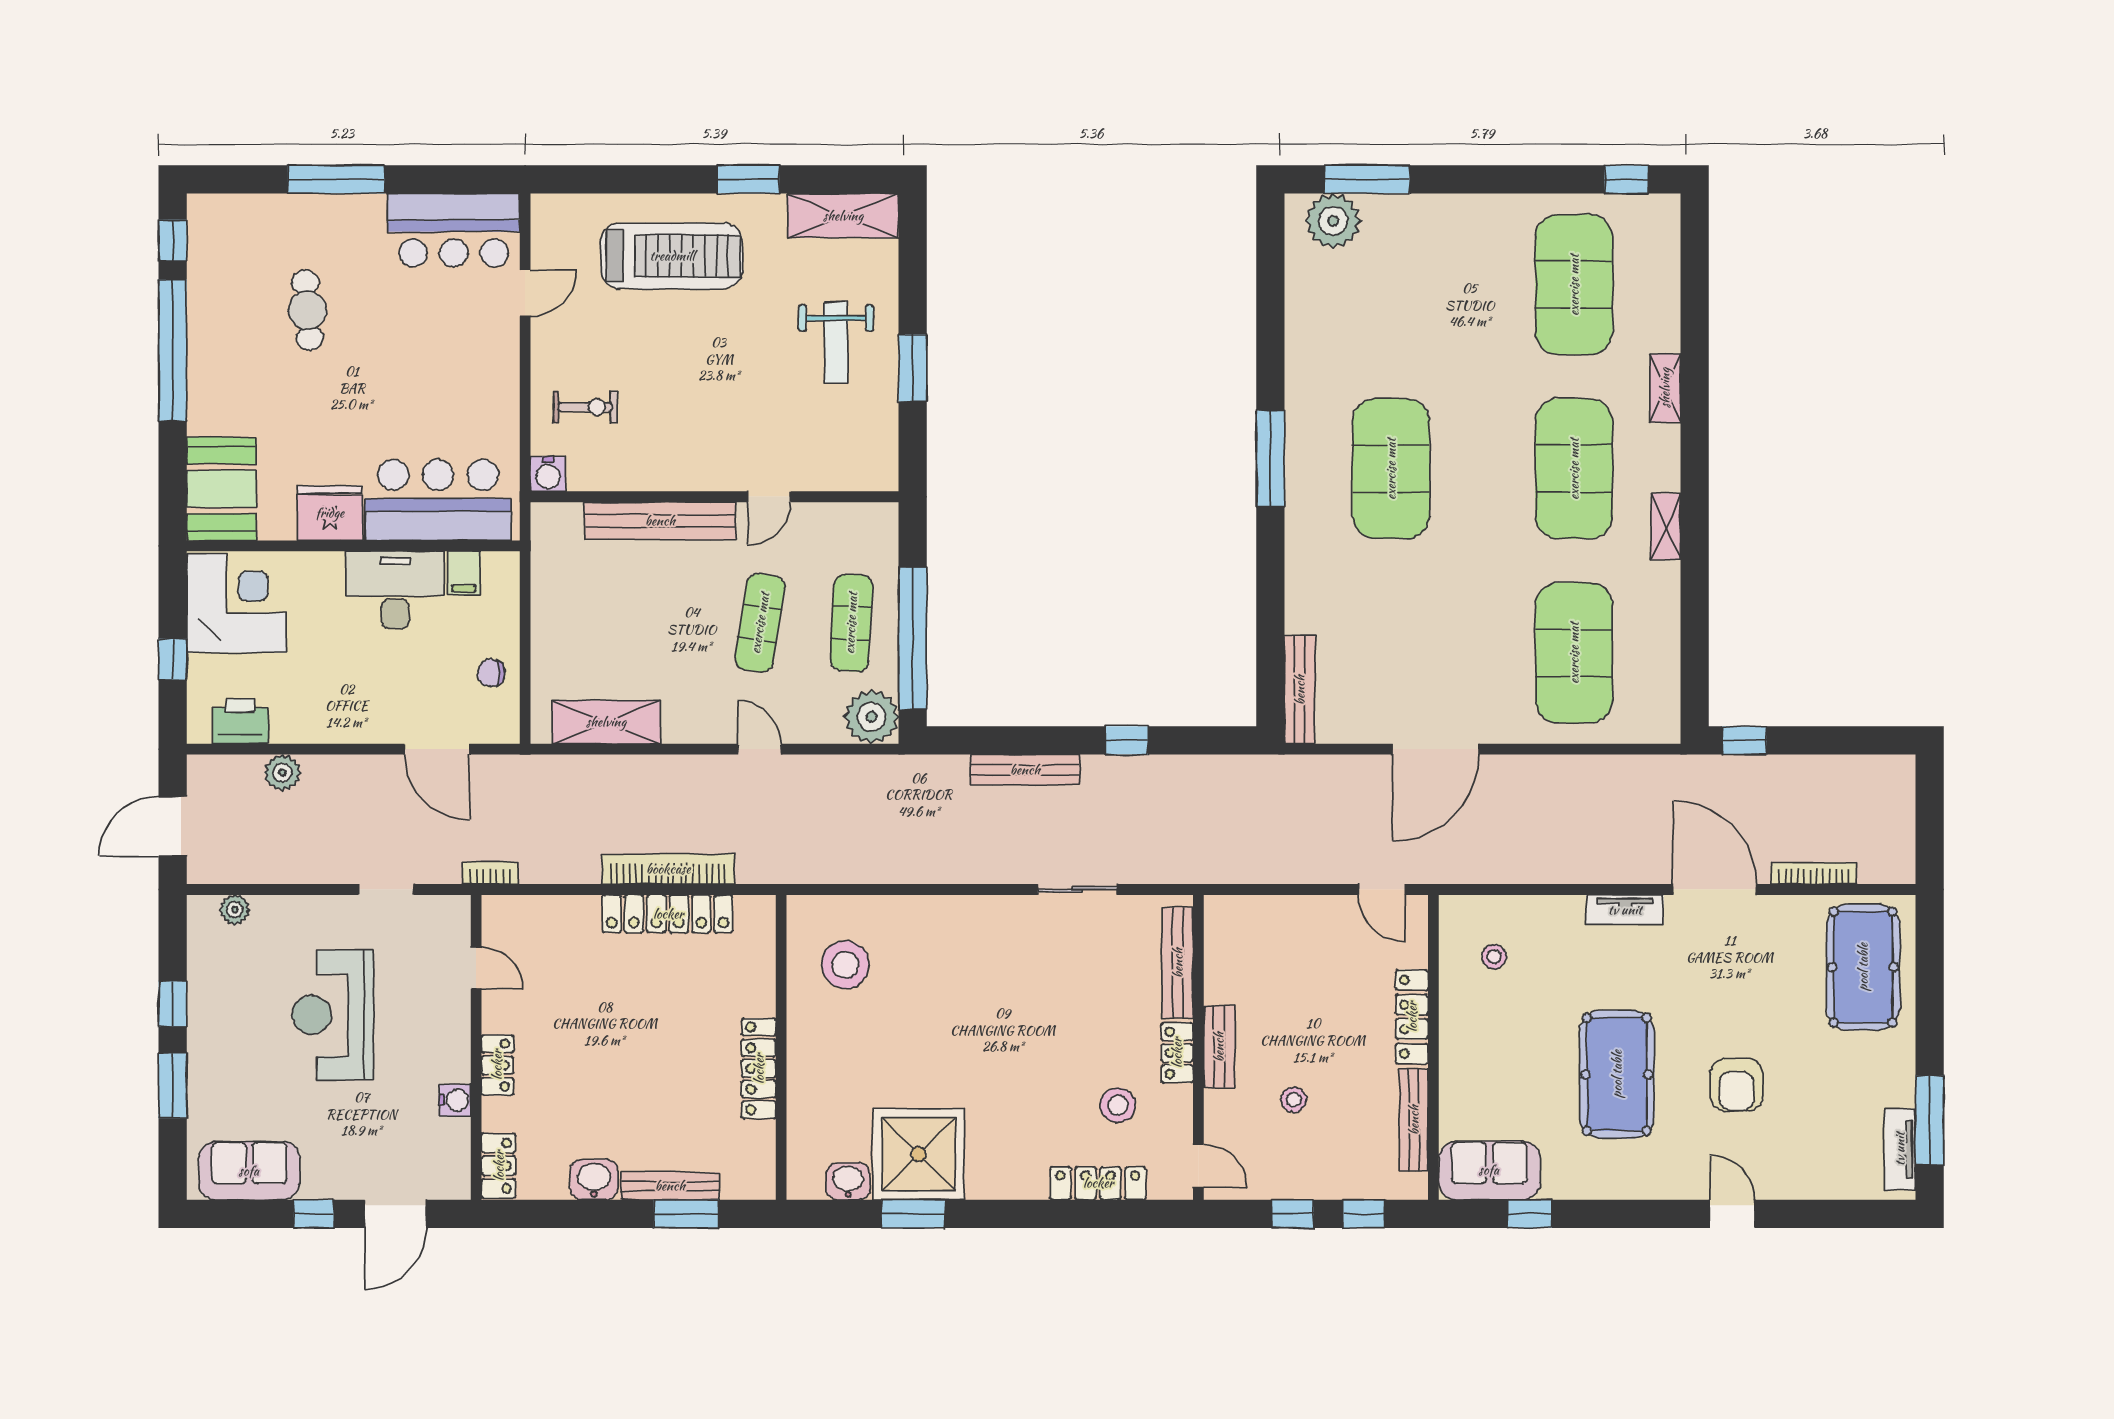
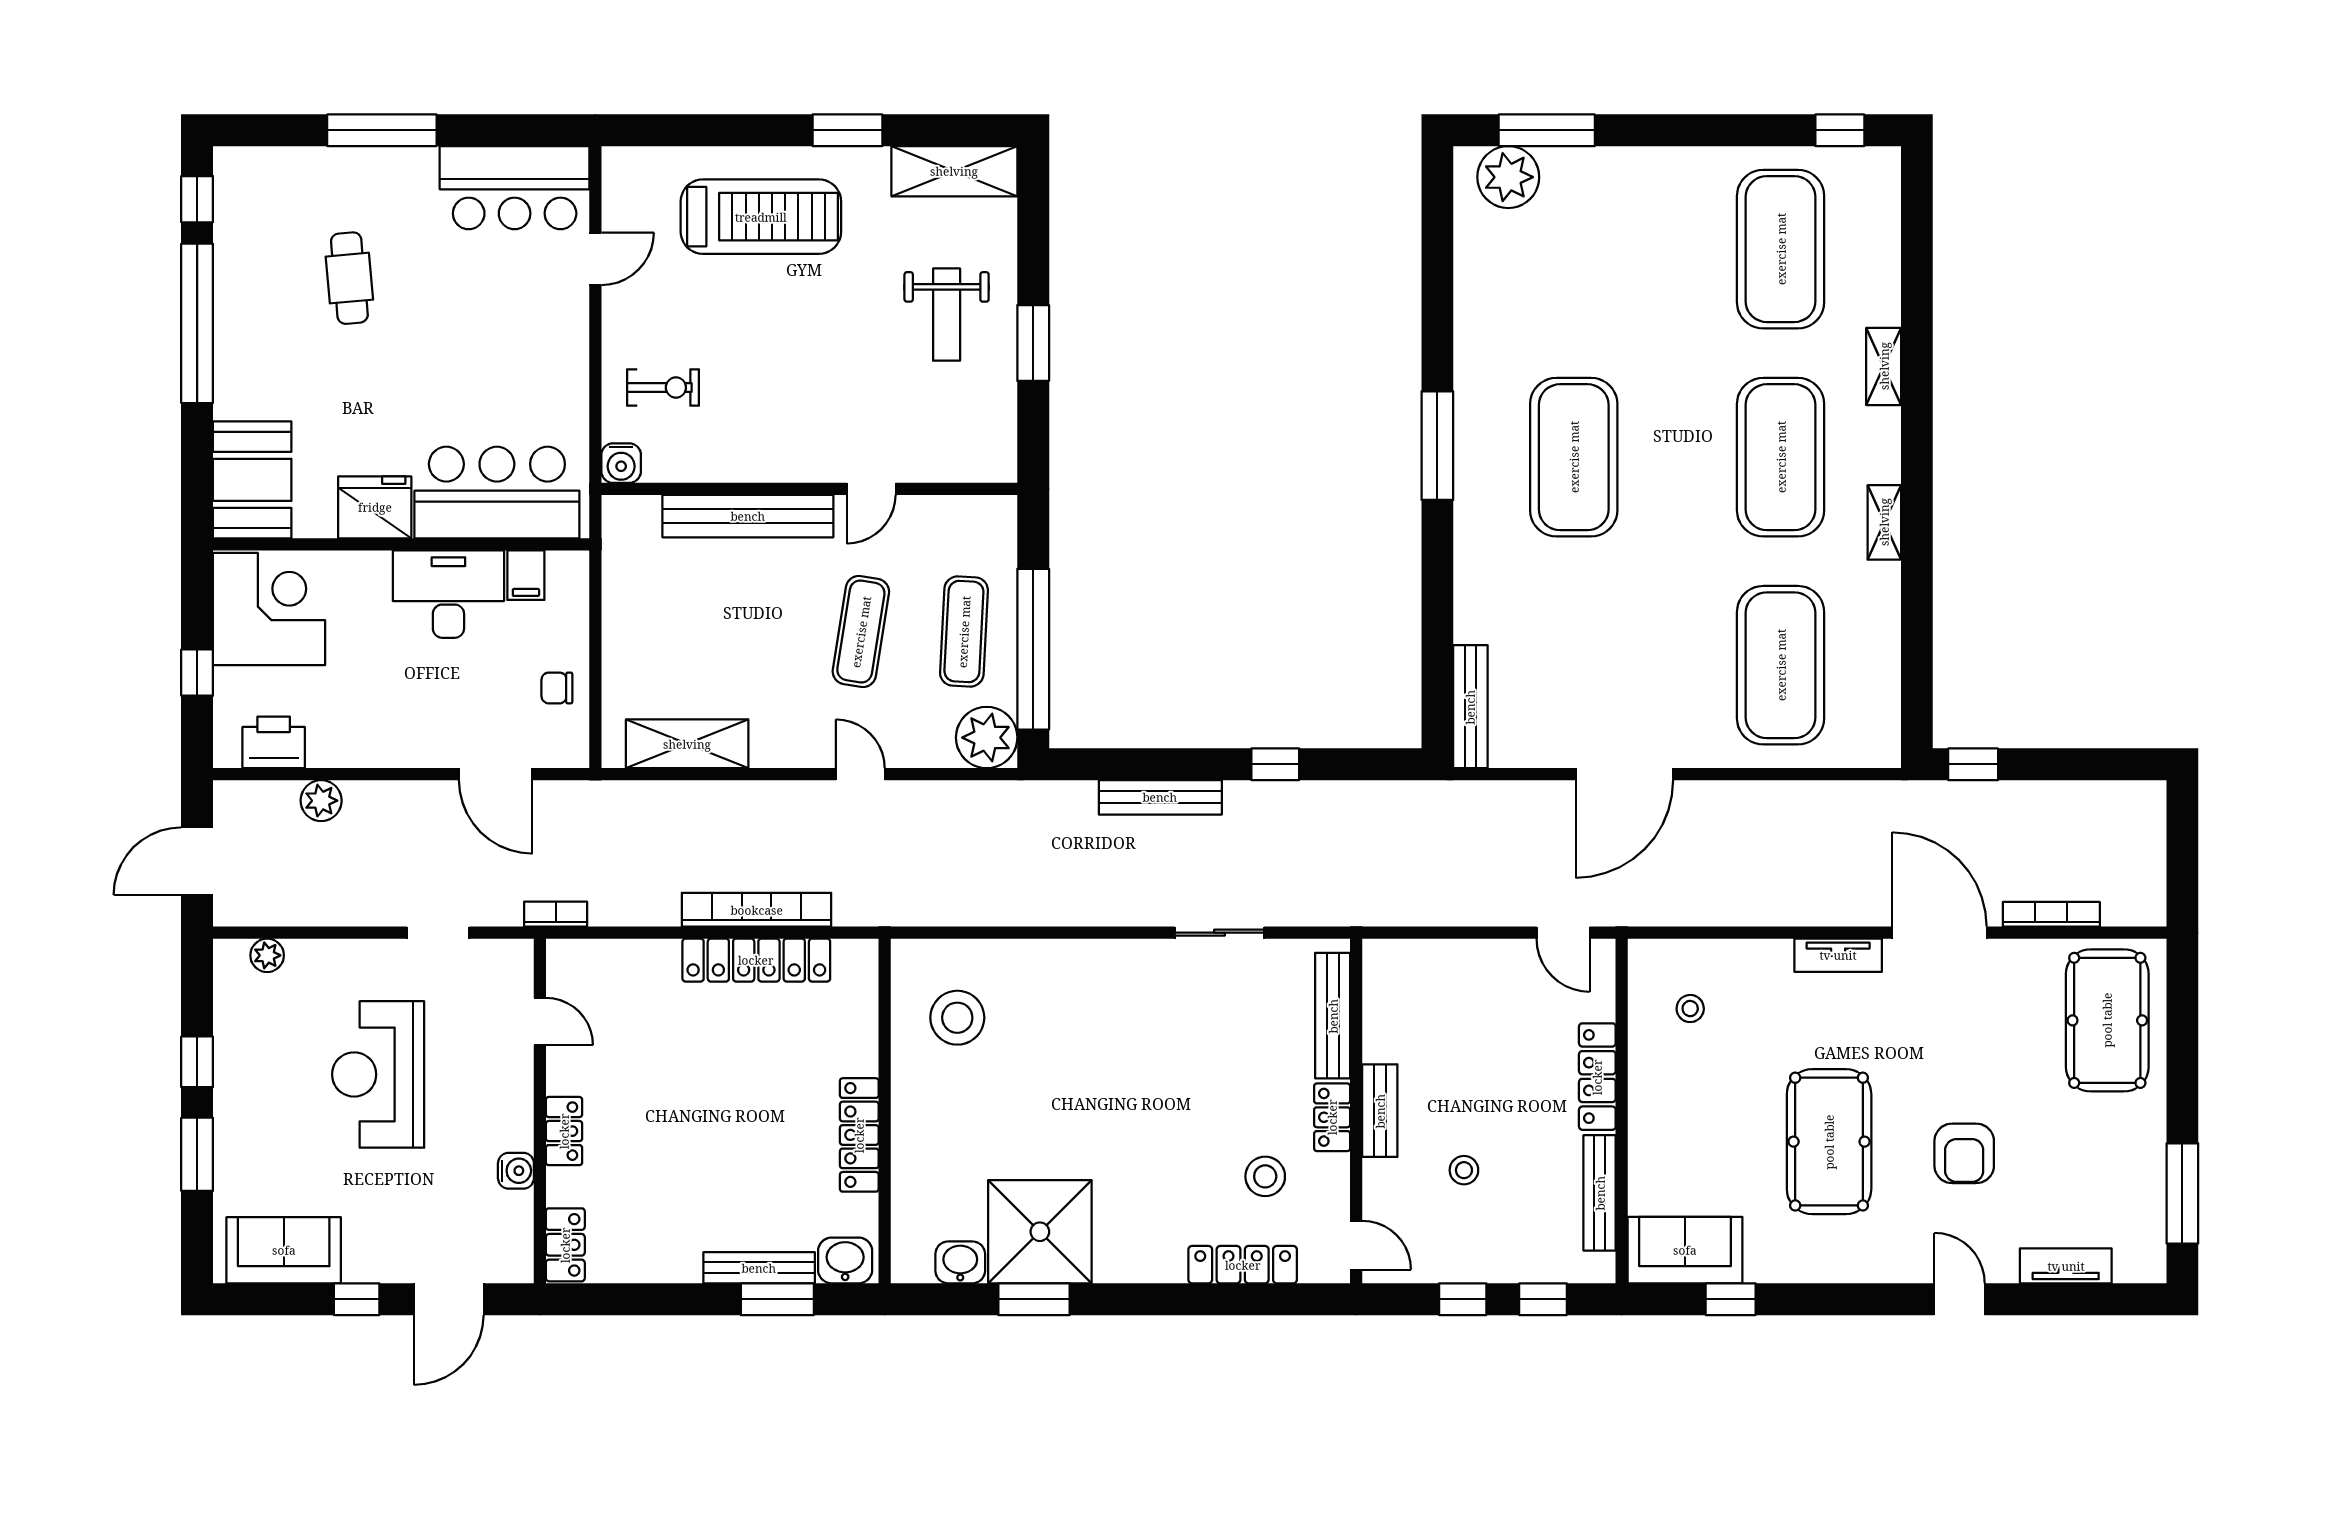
tv unit: (1900, 1149) -> (2066, 1266), moved, turned 90
washbasin: (594, 1180) -> (845, 1260), moved

